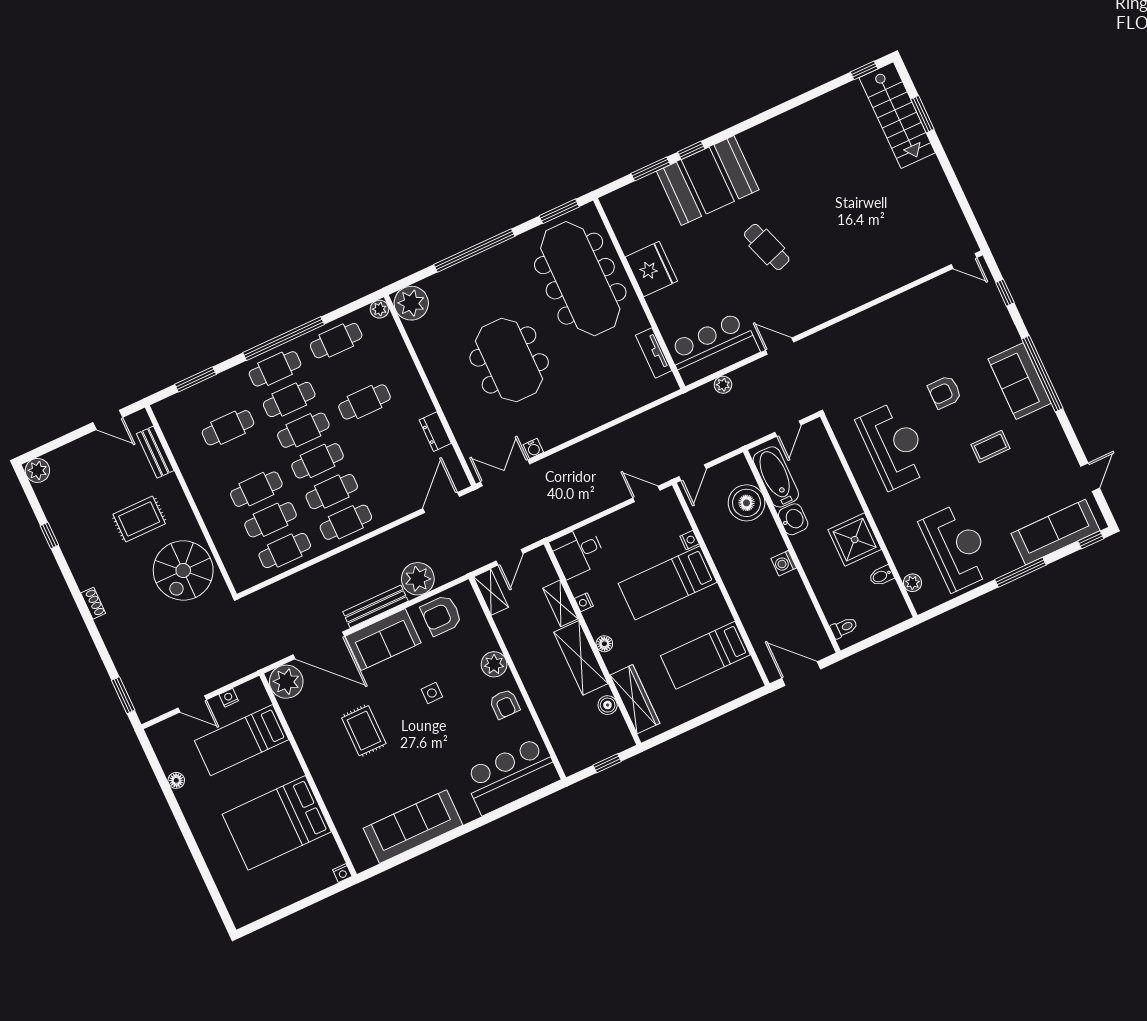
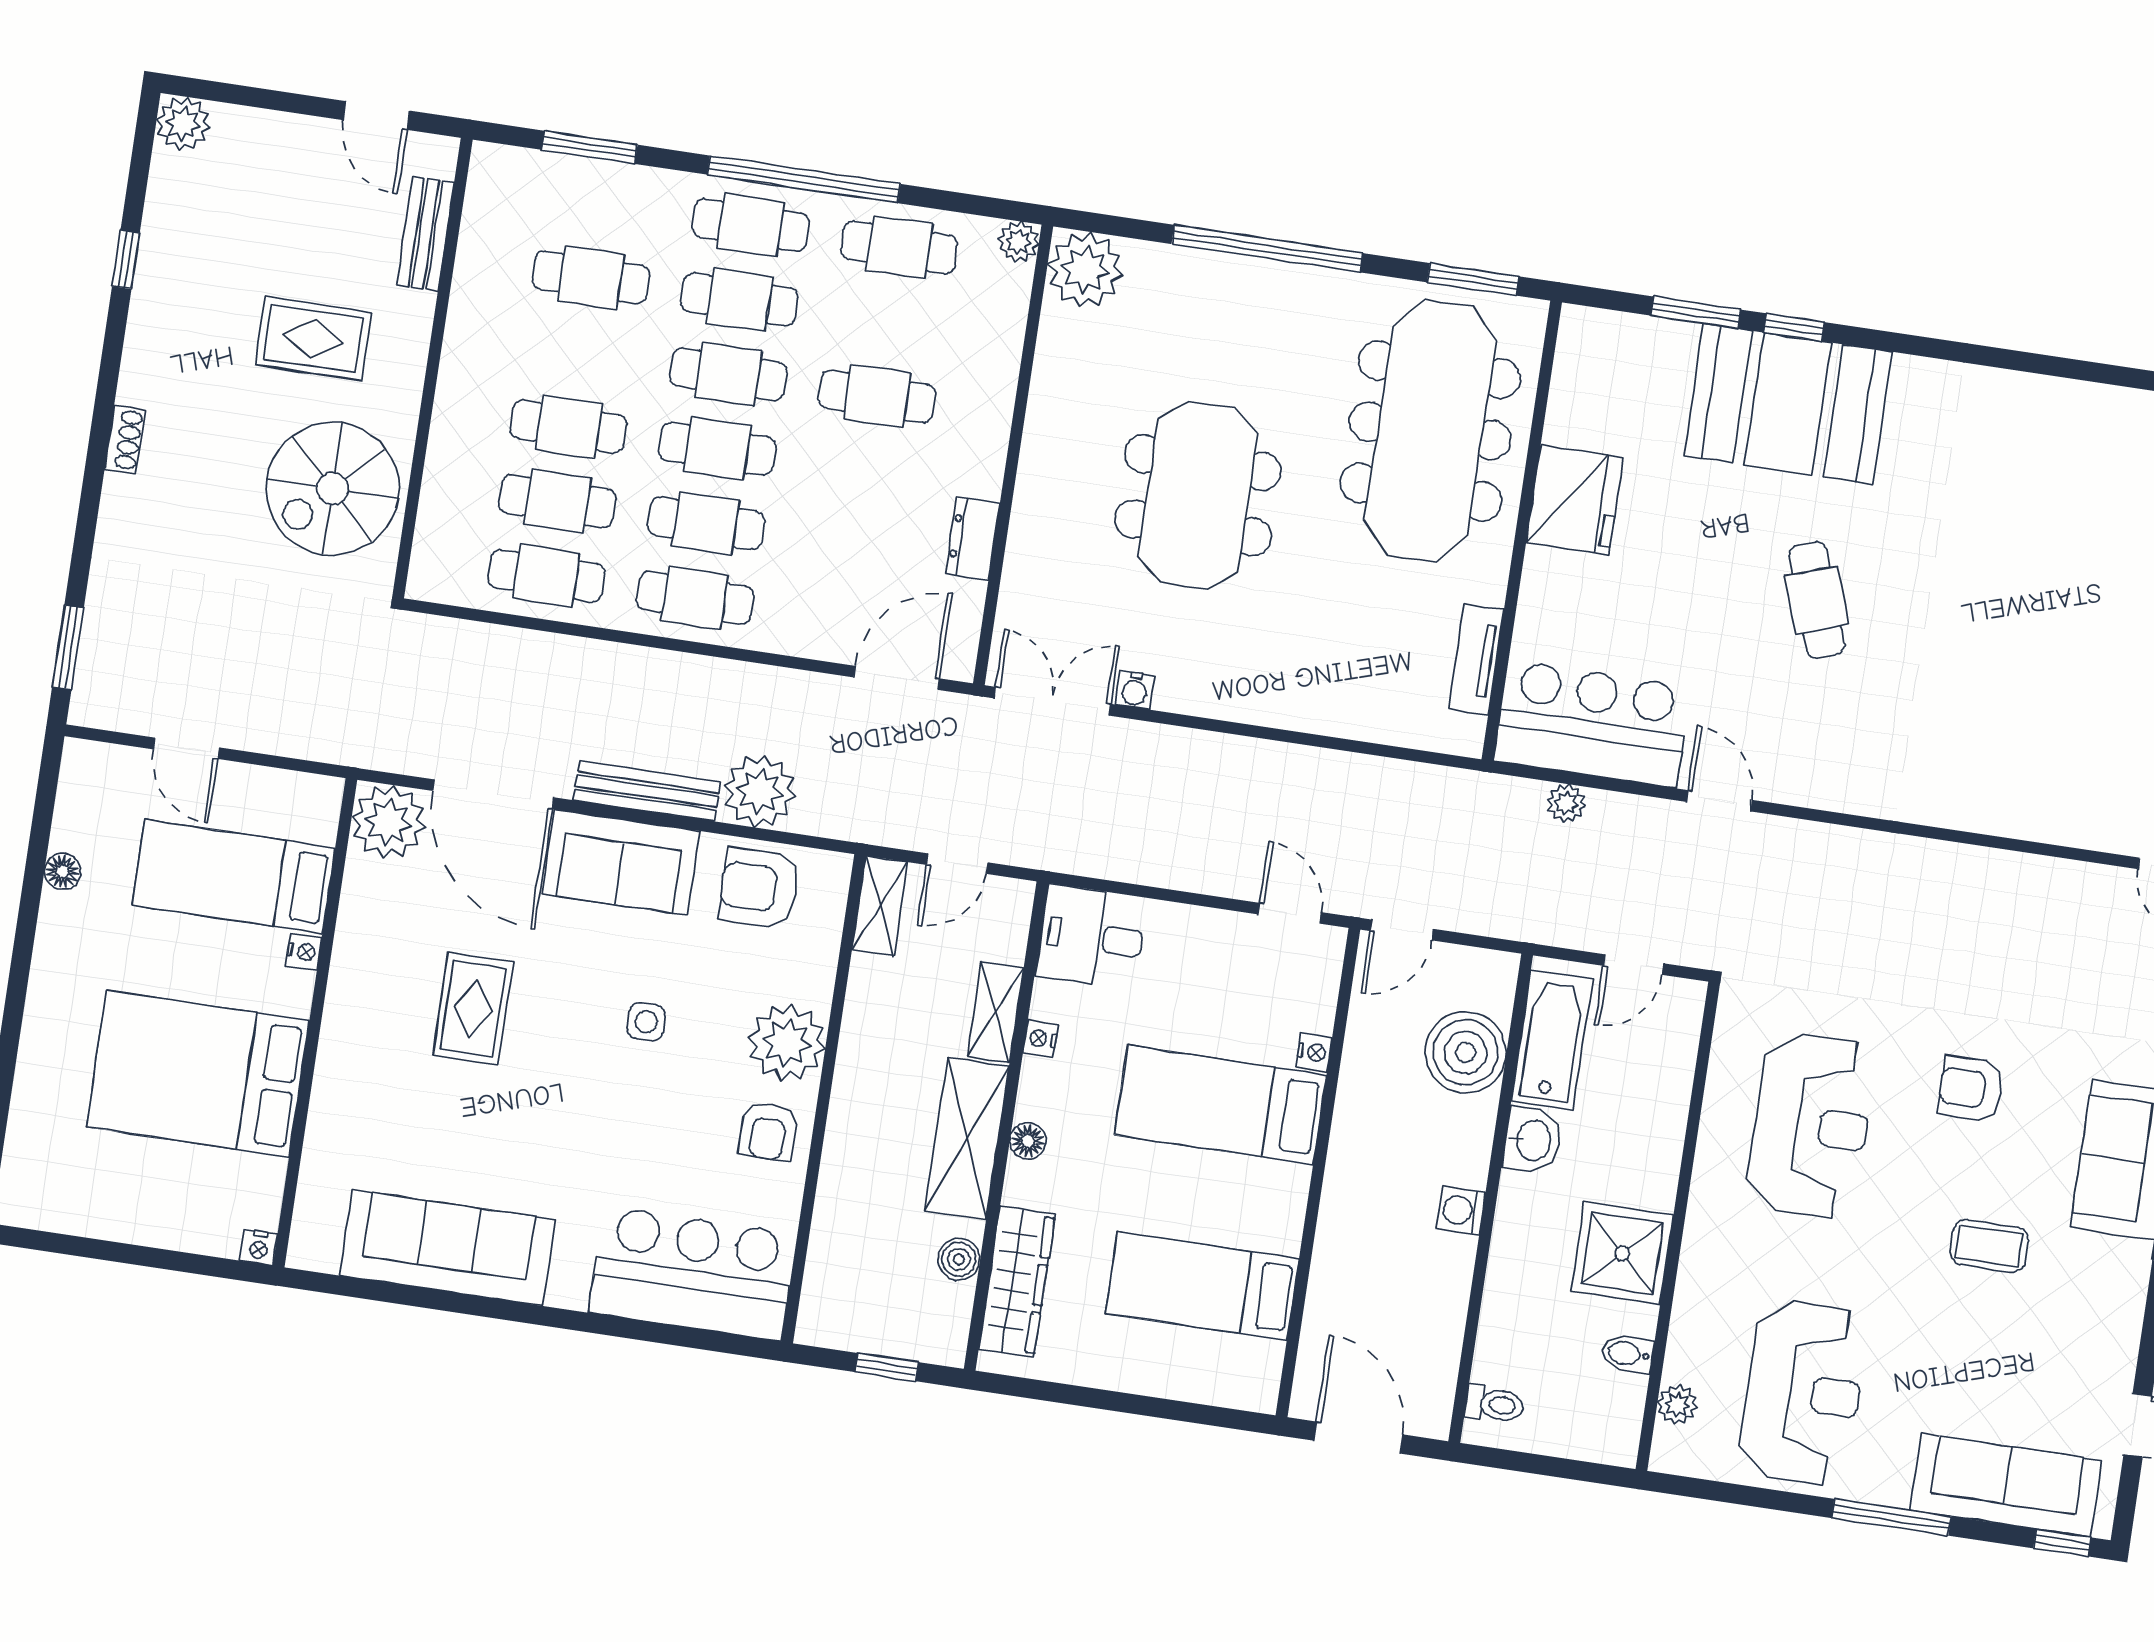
plant: (494, 664) -> (787, 1043), width x1.36, depth x1.36
nightstand: (229, 698) -> (304, 952), moved, turned 90

